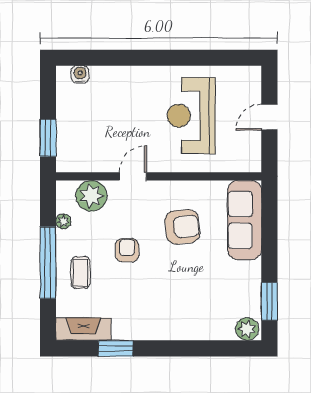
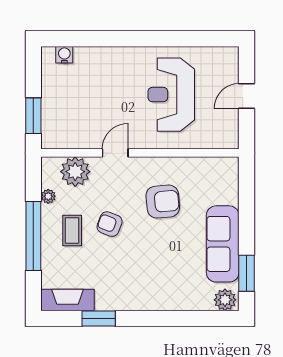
sofa: (245, 220) -> (223, 244), moved
armchair: (127, 250) -> (110, 224), turned -69
coffee table: (81, 273) -> (72, 231), moved

